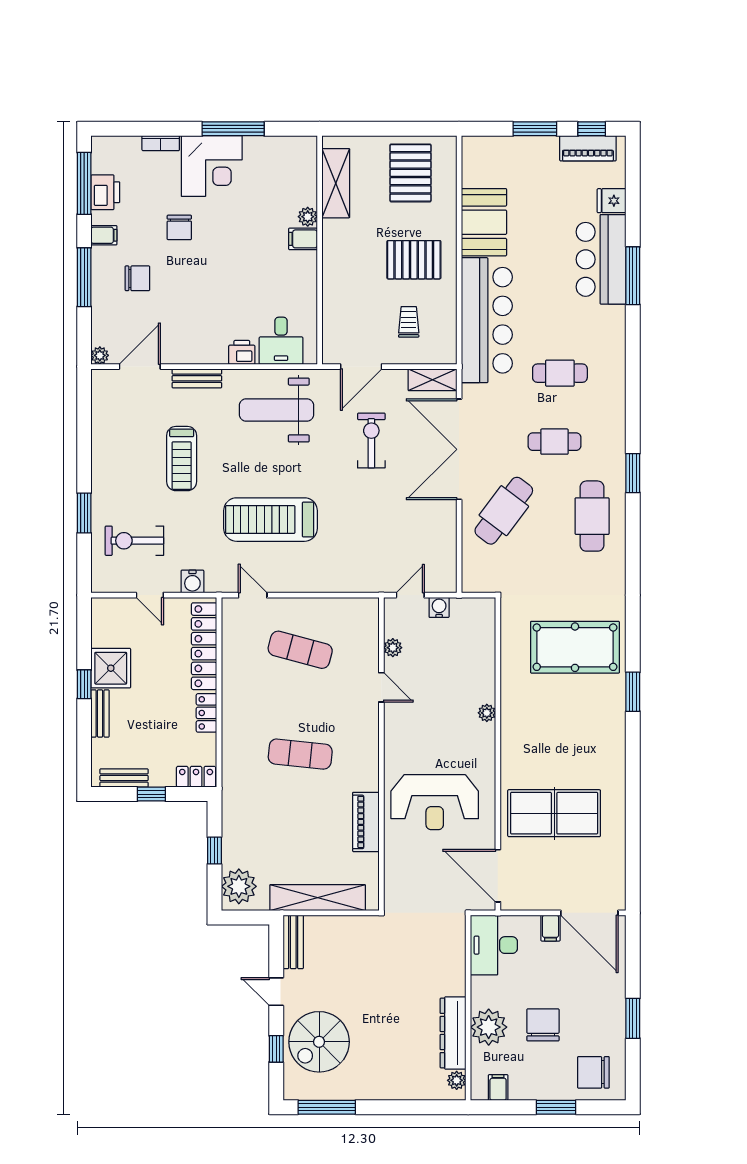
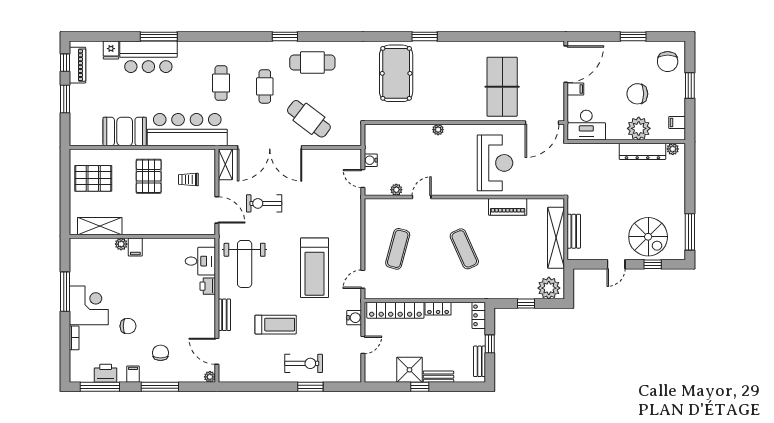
exercise bike: (134, 541) -> (304, 363), moved, turned -90
exercise mat: (300, 754) -> (464, 249), turned -30
bench: (293, 942) -> (574, 231), moved, turned 90

